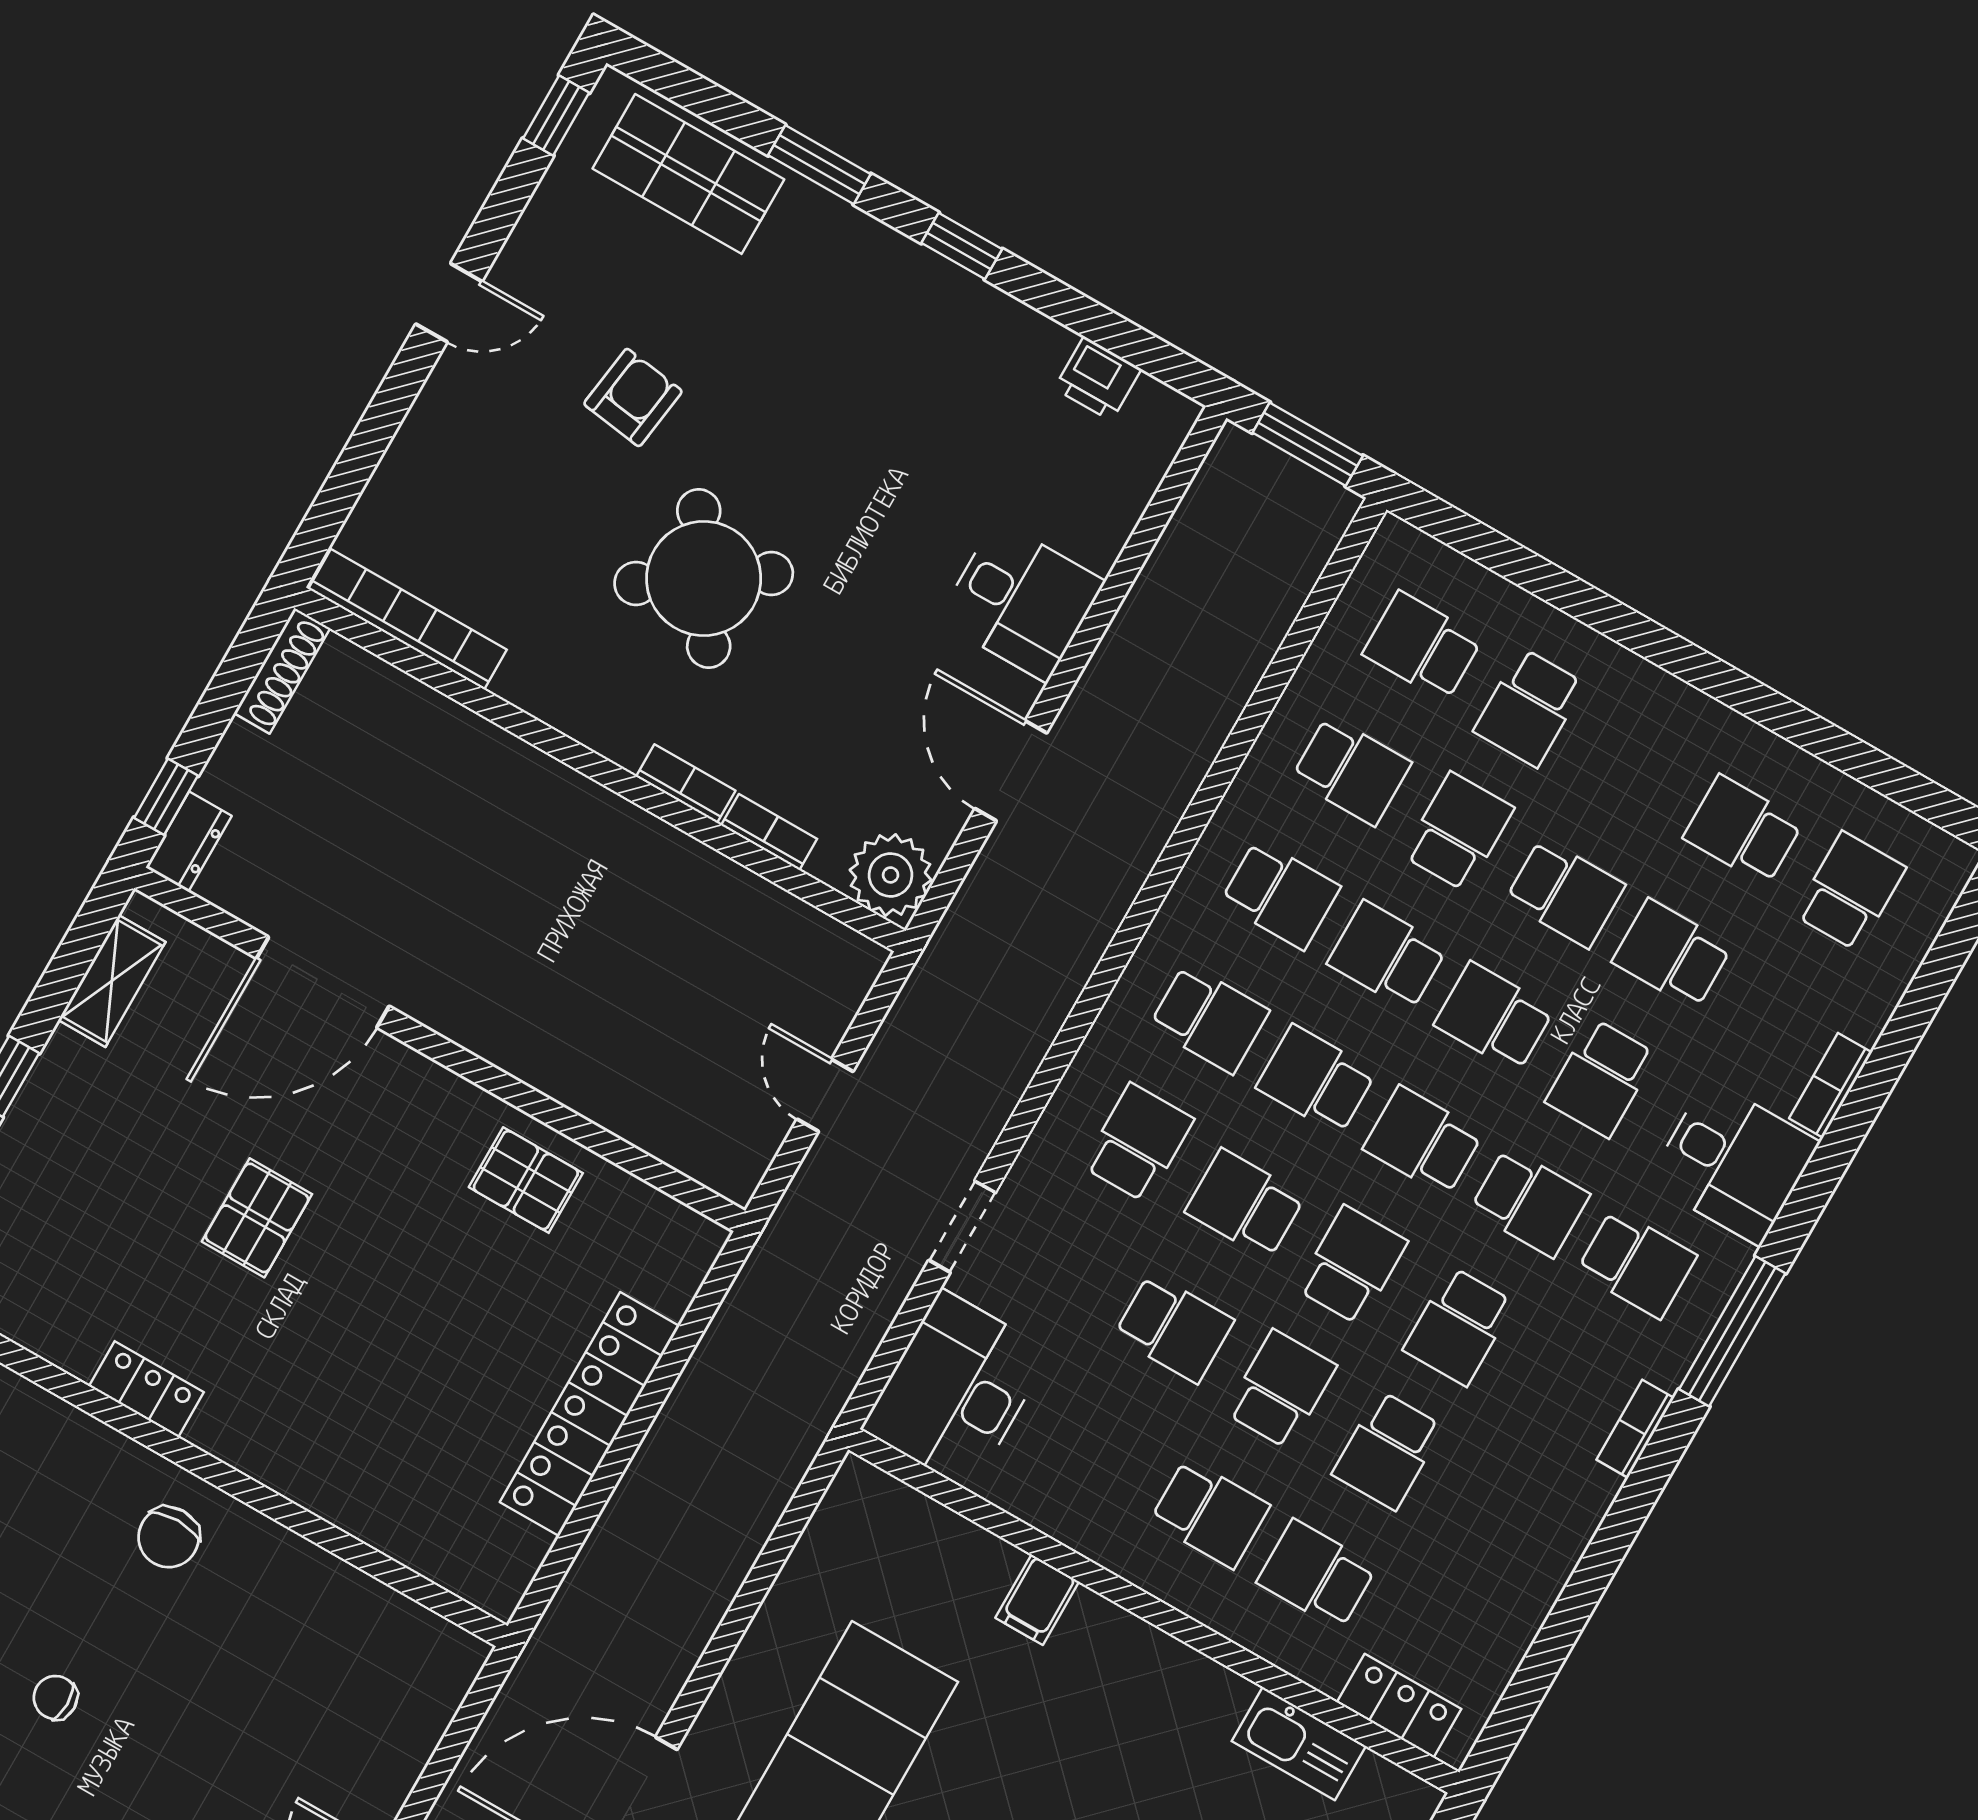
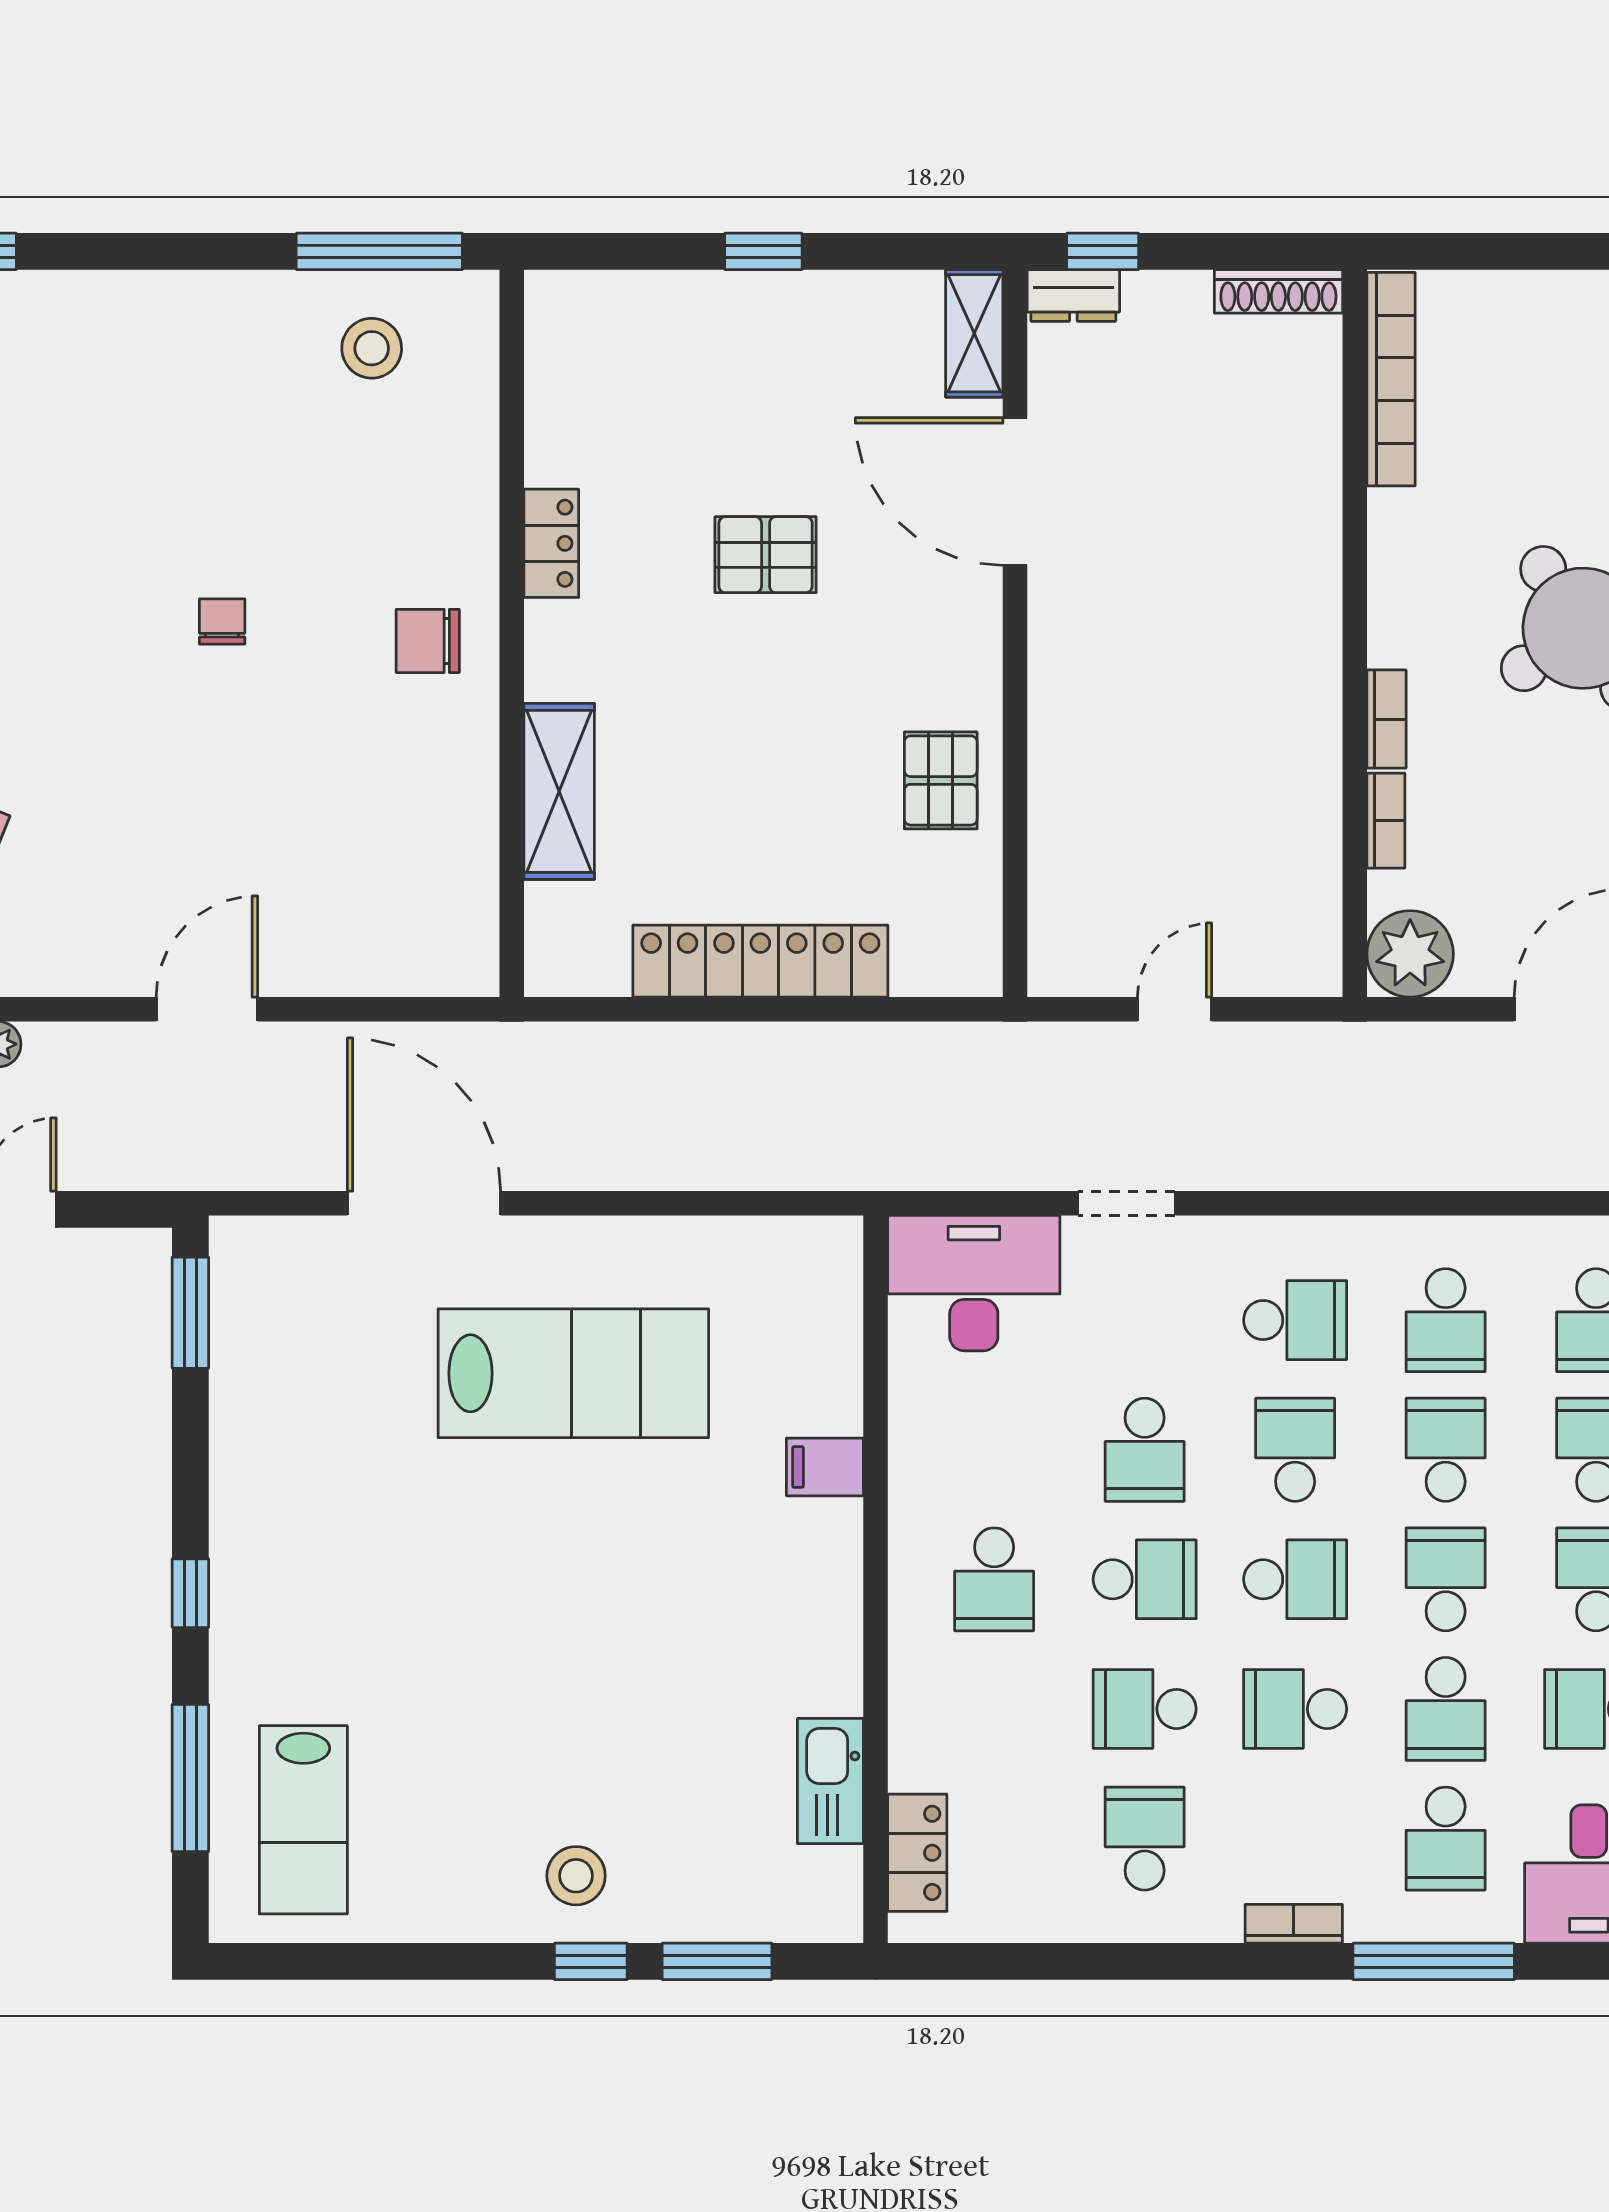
shelving: (112, 981) -> (974, 333), moved, turned 90
shelving: (355, 1500) -> (559, 791), added
school desk: (1317, 1575) -> (1145, 1839), moved

